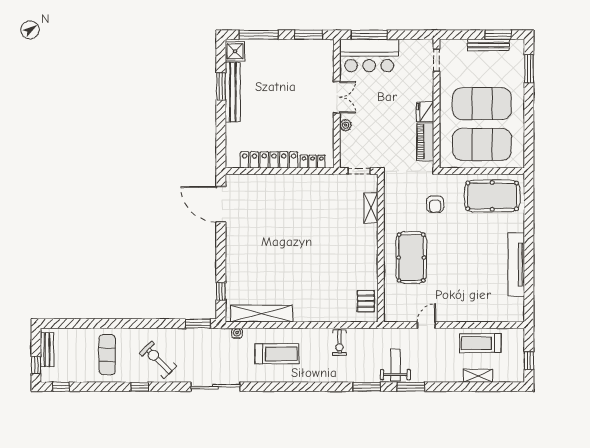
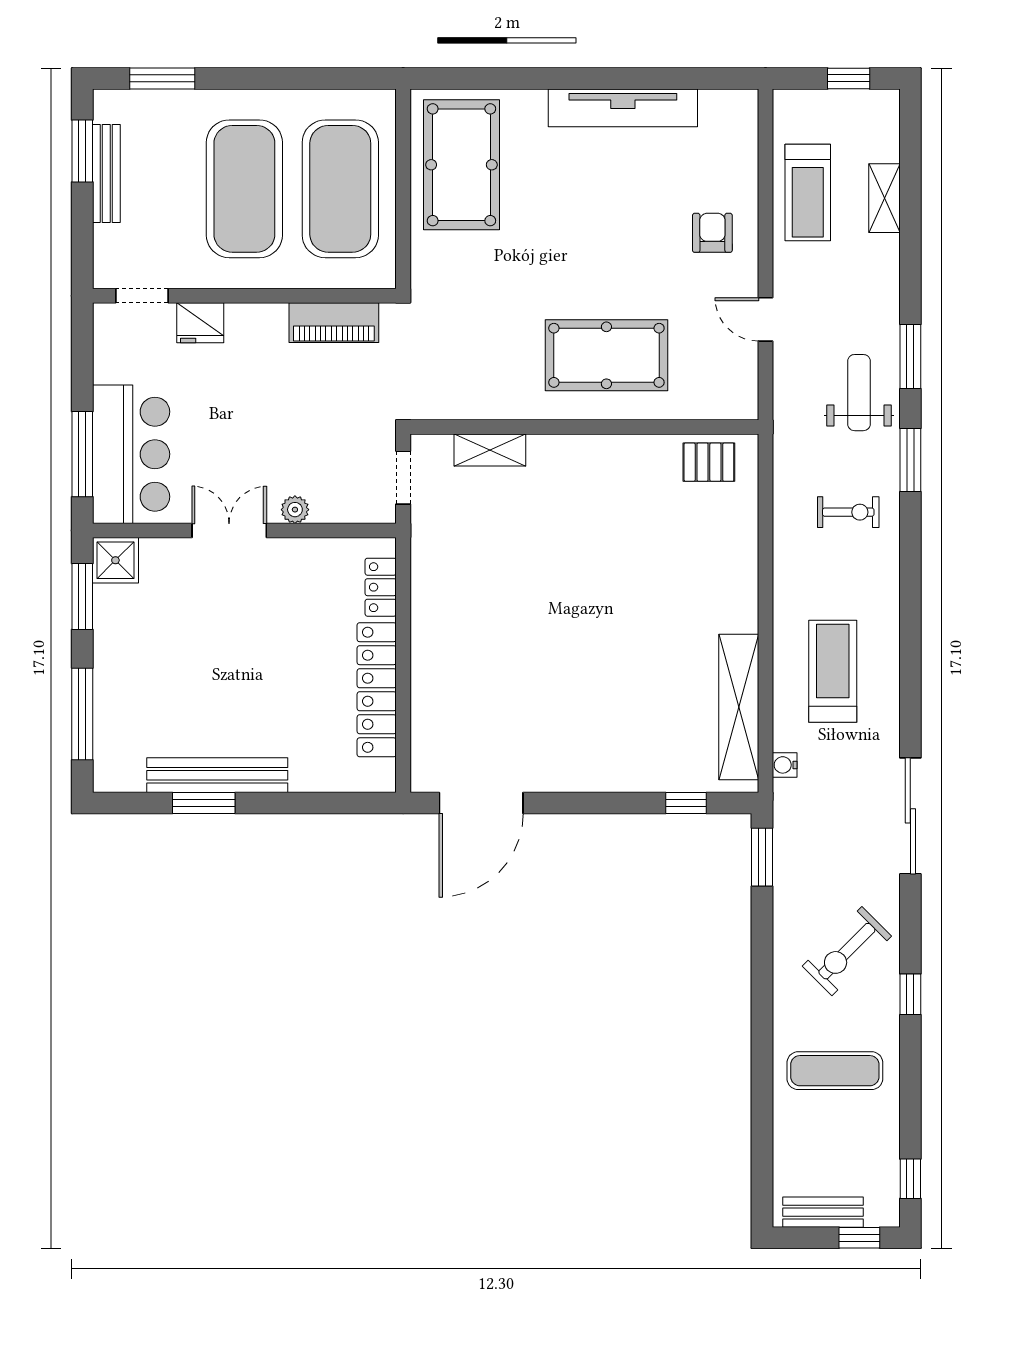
shower: (235, 51) -> (115, 560), moved
fridge: (425, 112) -> (200, 323), moved
armchair: (435, 204) -> (712, 233), moved, turned -90
exercise bike: (339, 343) -> (848, 512), moved
weight bench: (395, 365) -> (859, 393), turned 90

